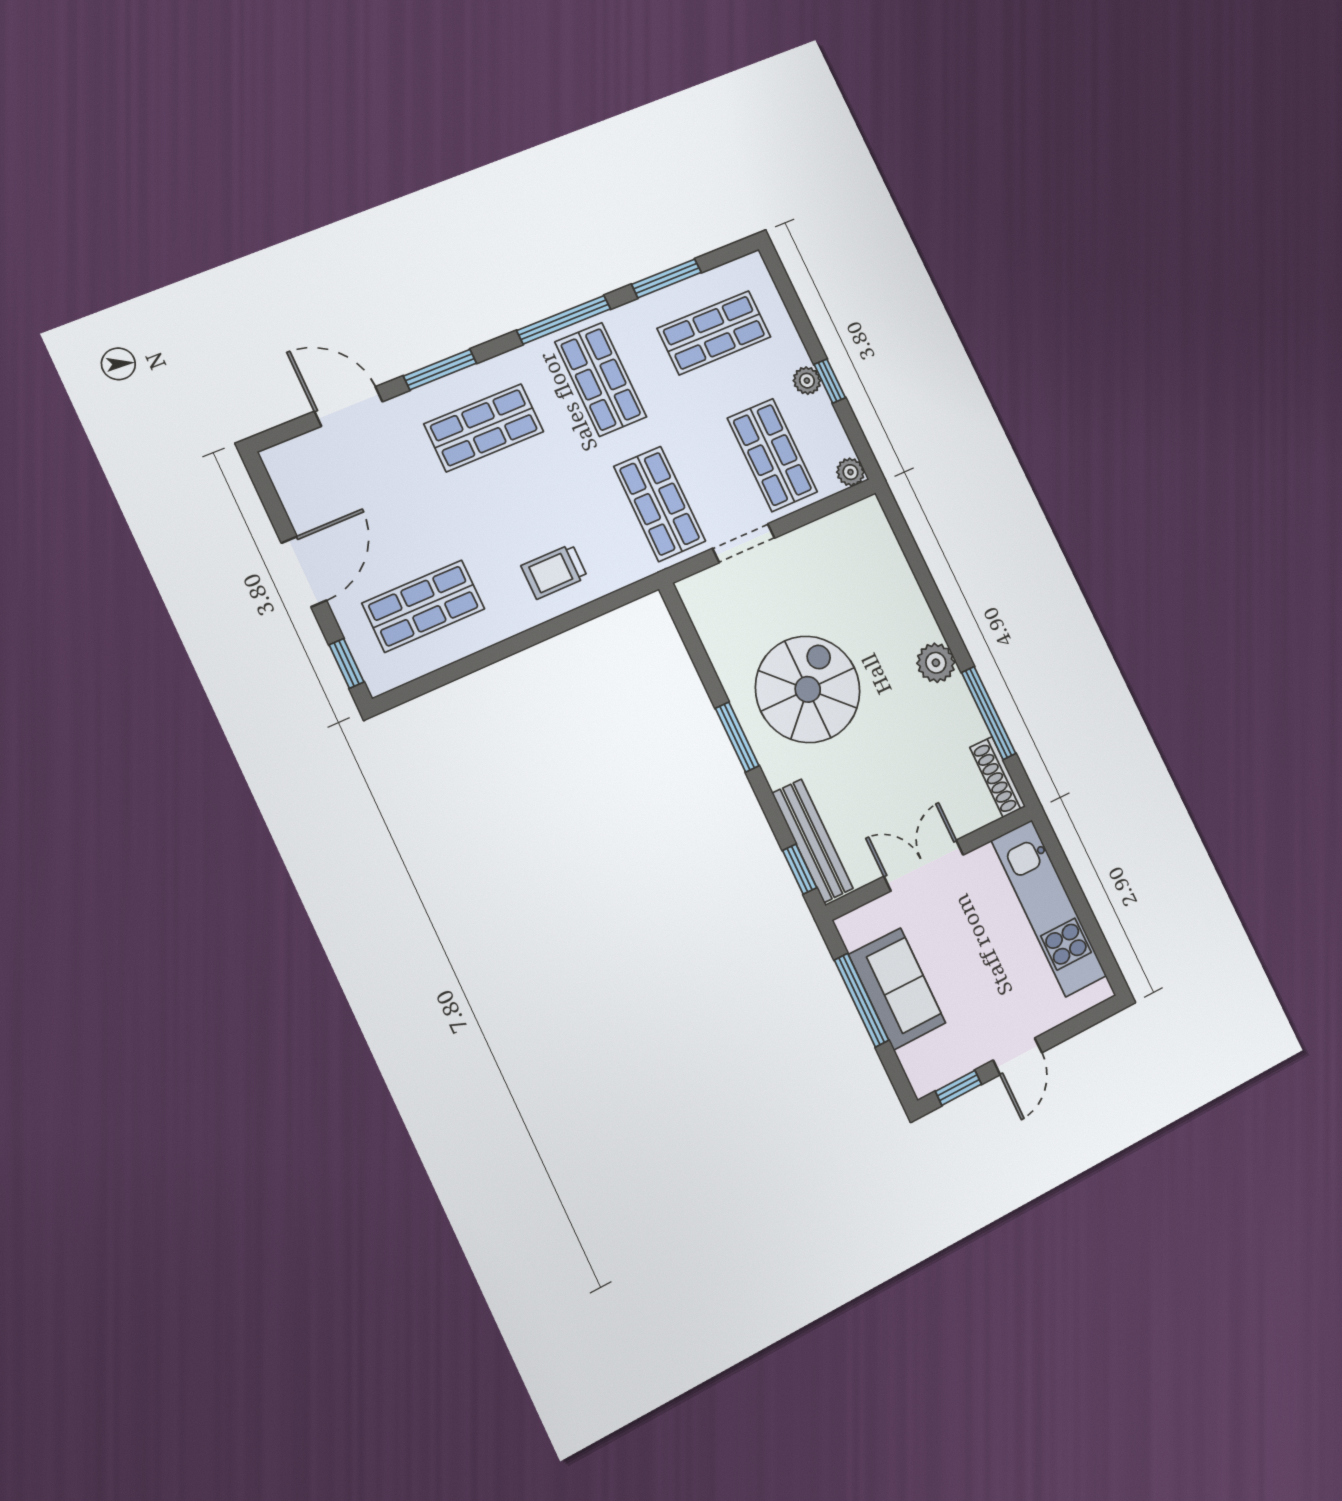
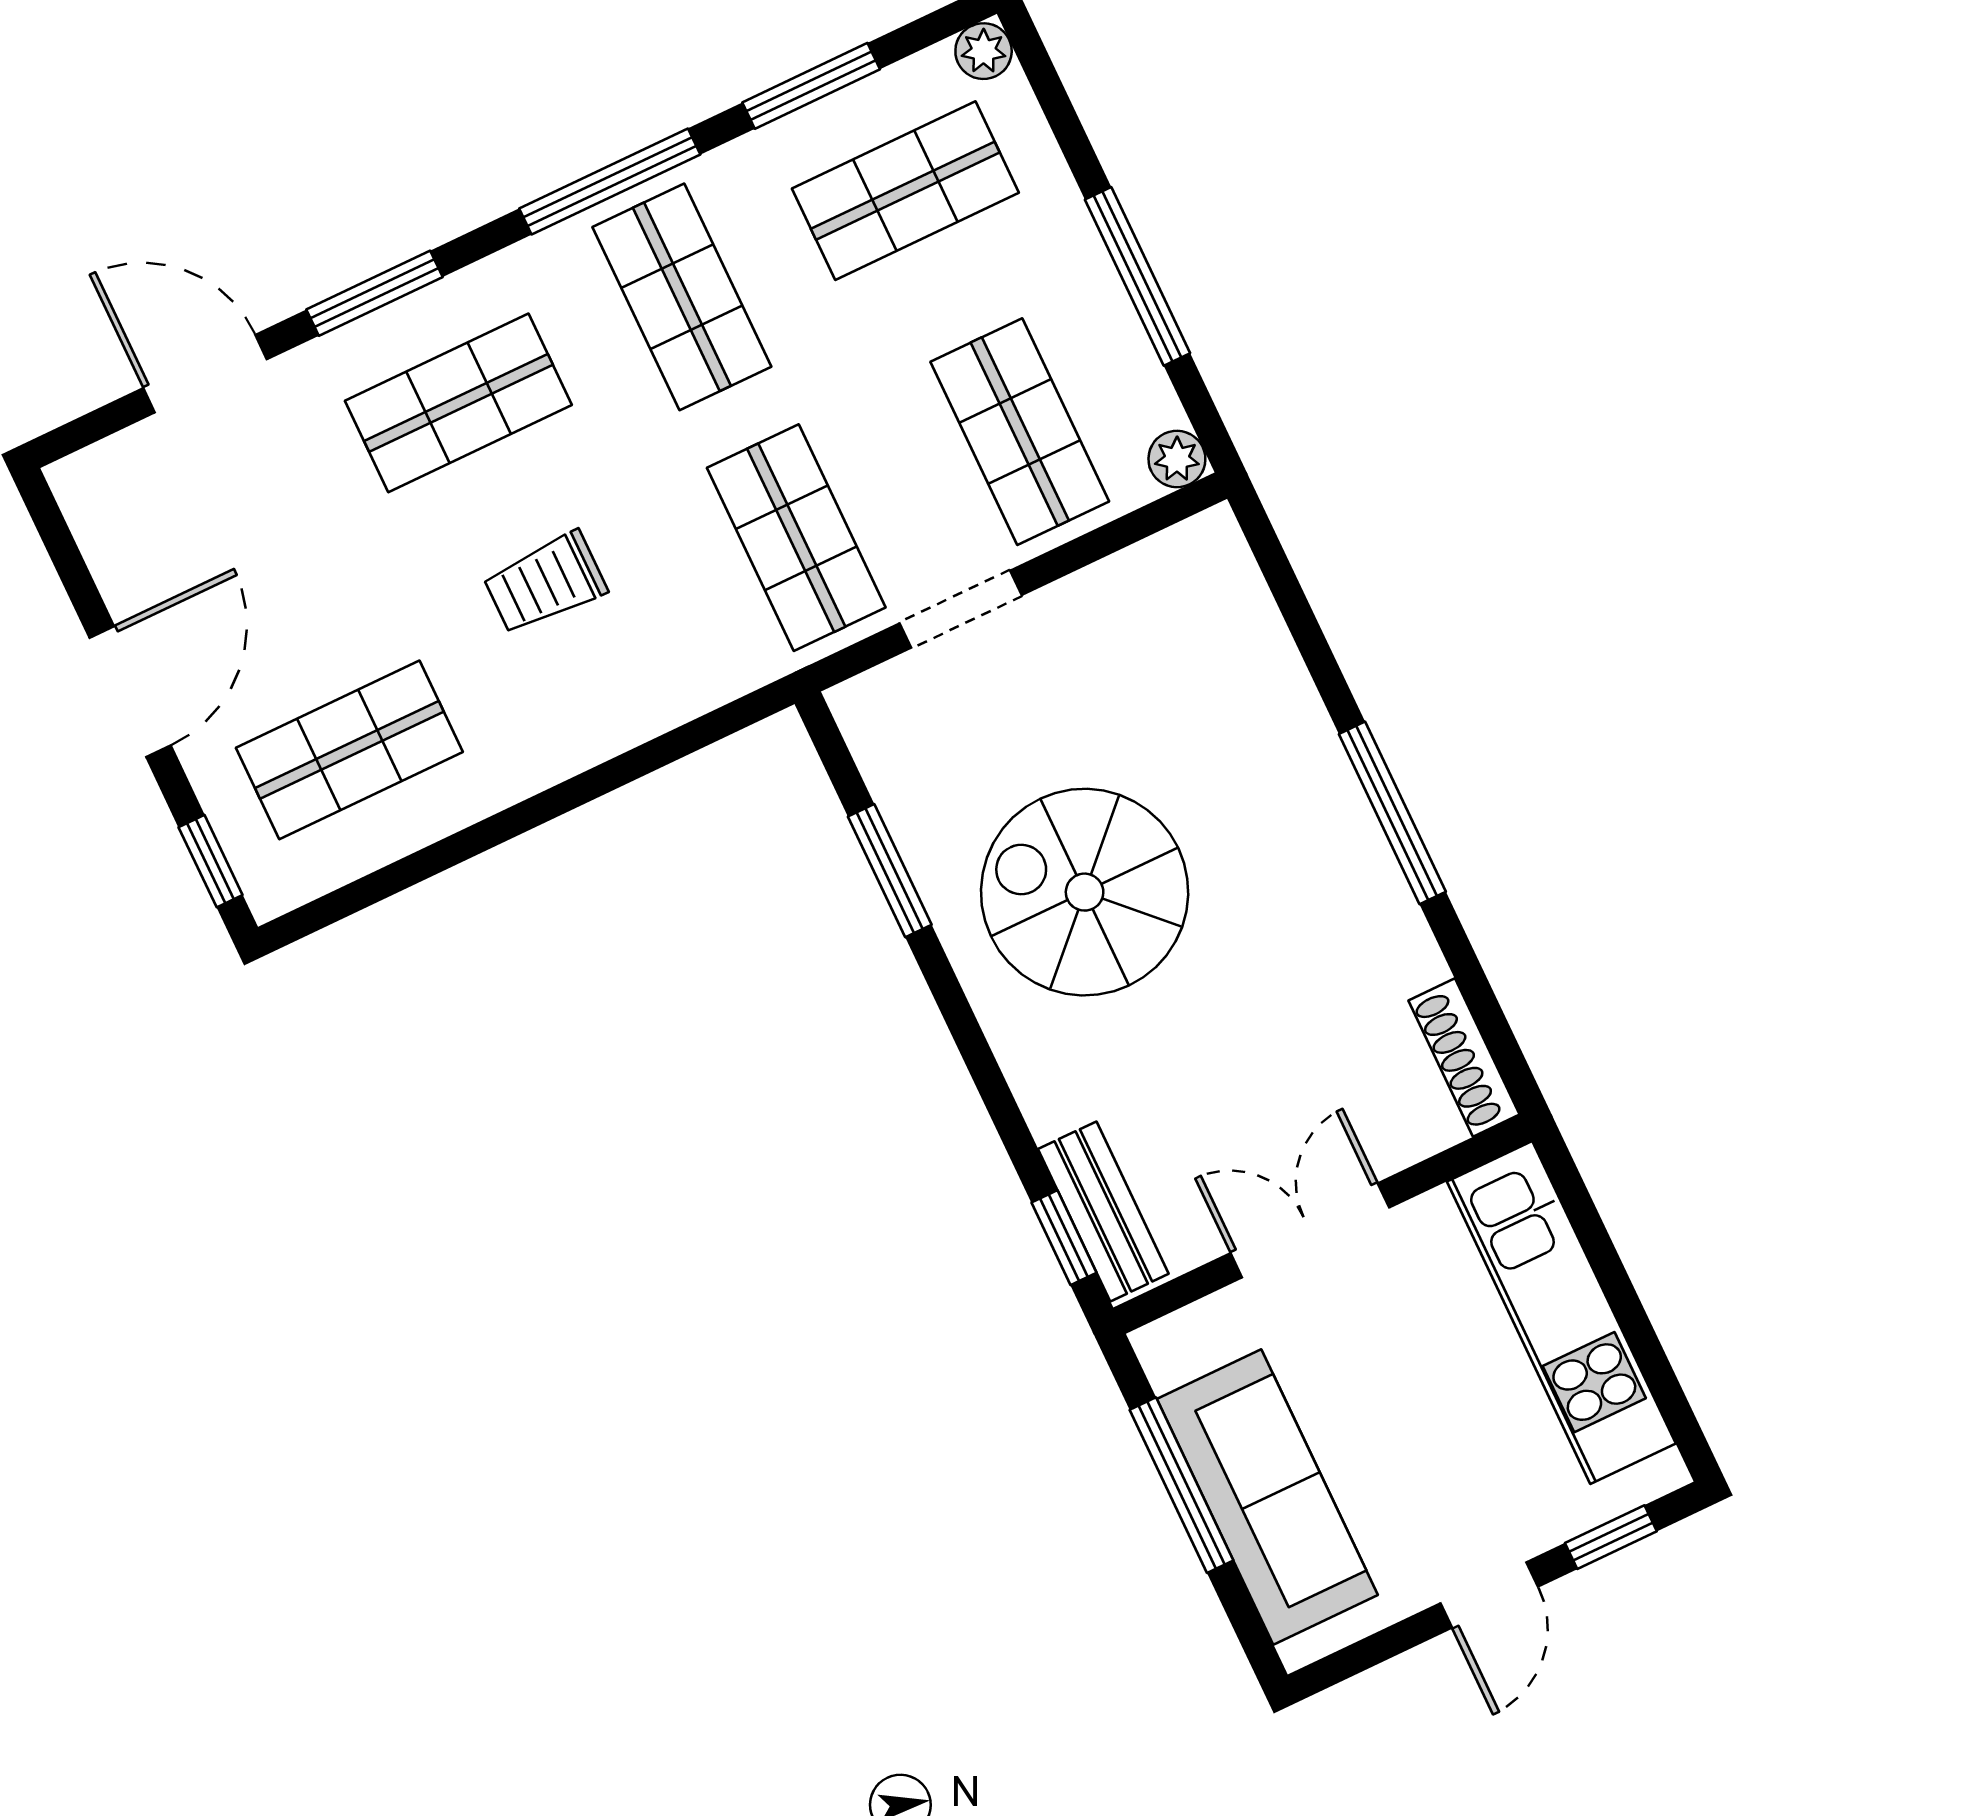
plant: (807, 381) -> (984, 51), moved
window: (830, 381) -> (1138, 276), width x2.17
trolley: (554, 571) -> (545, 583), moved
plant: (936, 663) -> (1343, 835), removed
spiral stairs: (808, 689) -> (1085, 892), turned -90
window: (989, 713) -> (1392, 813), moved
window: (737, 737) -> (890, 871), moved
bench: (813, 841) -> (1103, 1211), width x0.73
sofa: (897, 989) -> (1267, 1497), width x1.36
window: (958, 1088) -> (1611, 1537), moved

